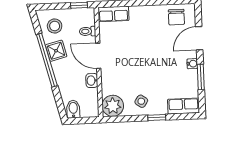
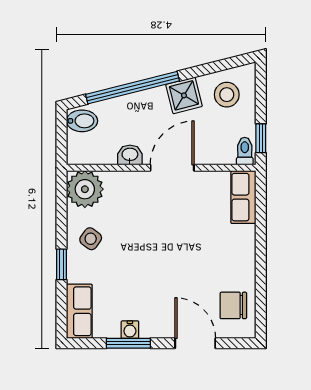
toilet: (88, 31) -> (245, 151), moved
window: (47, 60) -> (133, 88), moved
water cooler: (192, 64) -> (130, 330), moved

